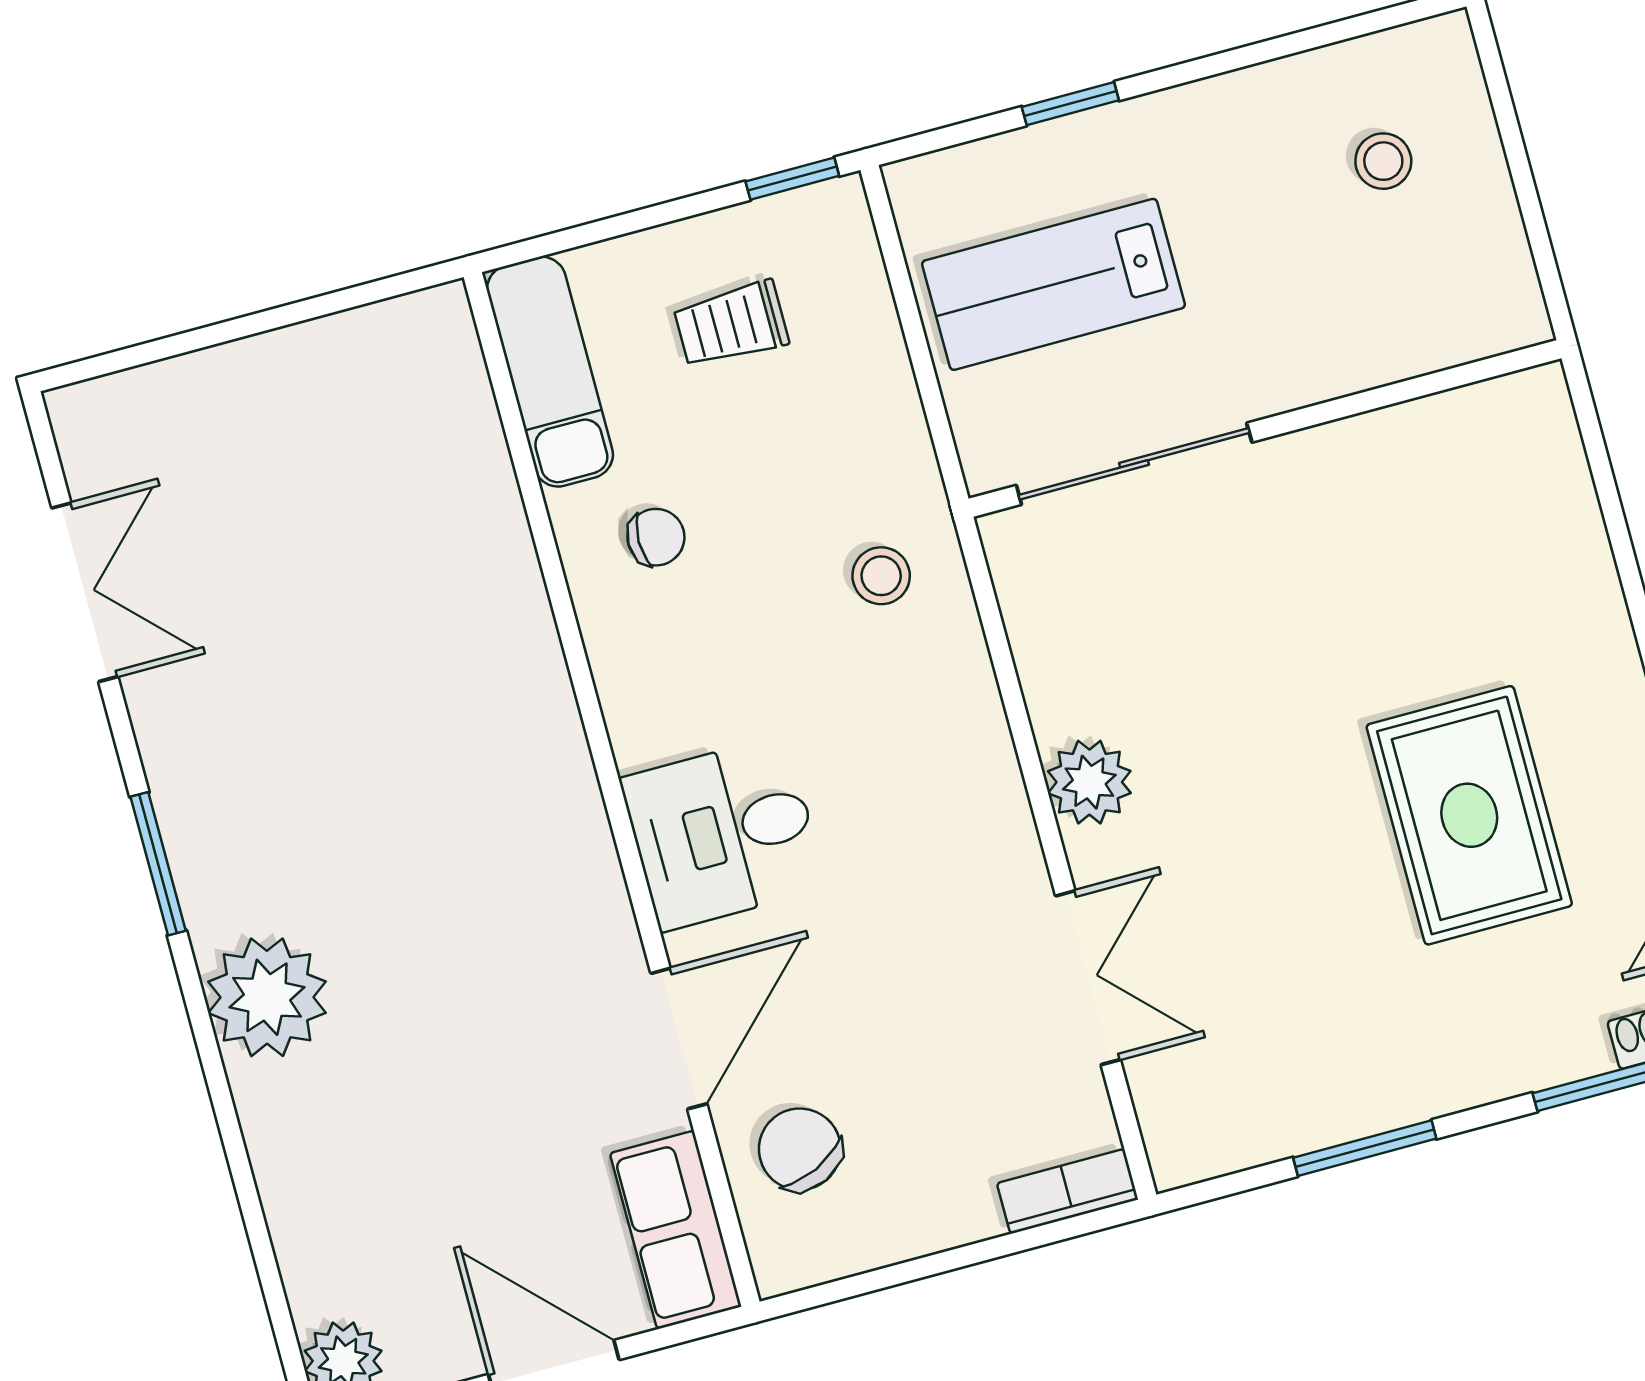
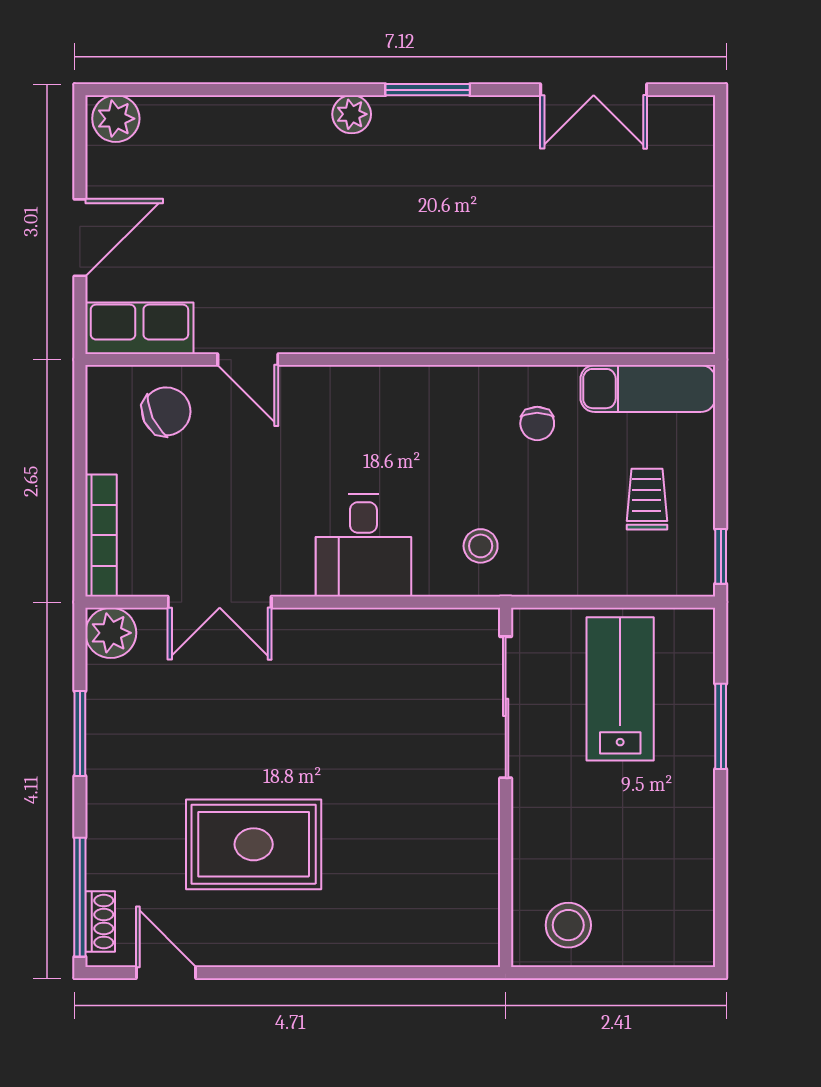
window: (1070, 104) -> (721, 726), width x1.50
stool: (1383, 161) -> (568, 925), moved, width x1.37, depth x1.37
plant: (1089, 782) -> (111, 633), moved
desk: (723, 833) -> (363, 545), moved, turned 180
plant: (267, 997) -> (352, 114), width x0.53, depth x0.53
door: (679, 1039) -> (248, 360), width x0.73
bookcase: (1067, 1191) -> (101, 535), width x1.56

